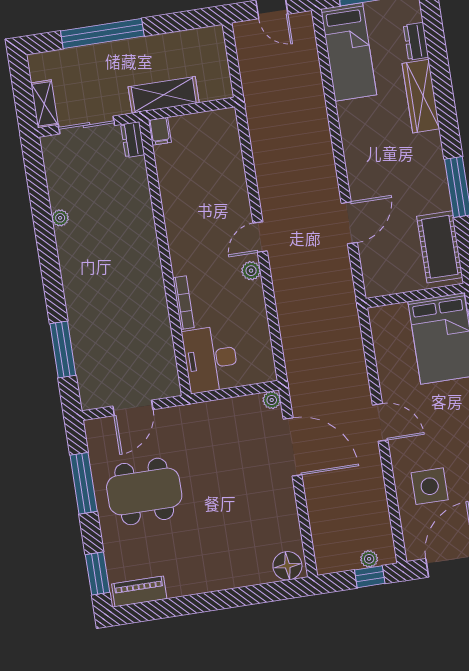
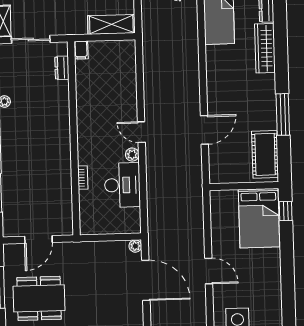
shelving: (164, 95) -> (111, 24), moved
dresser: (133, 140) -> (62, 68), moved
door: (260, 237) -> (141, 132), hinge flipped
bookcase: (183, 303) -> (83, 178), width x0.64
desk: (211, 359) -> (122, 185), moved, turned 180

